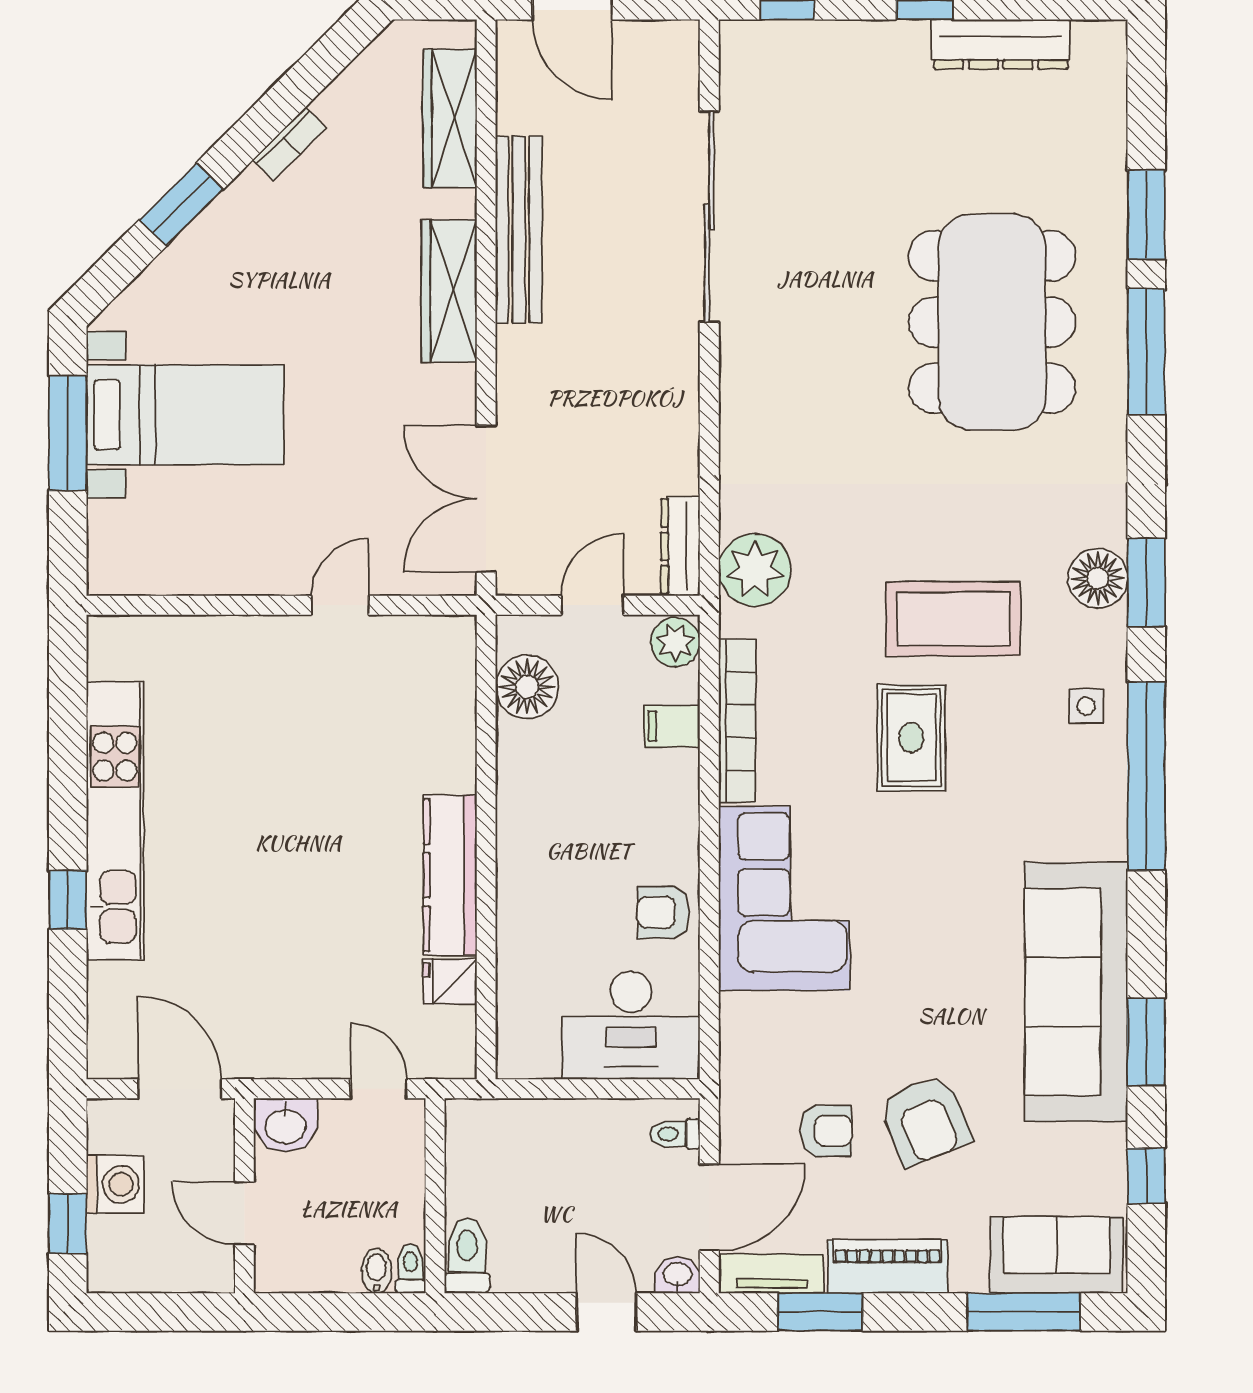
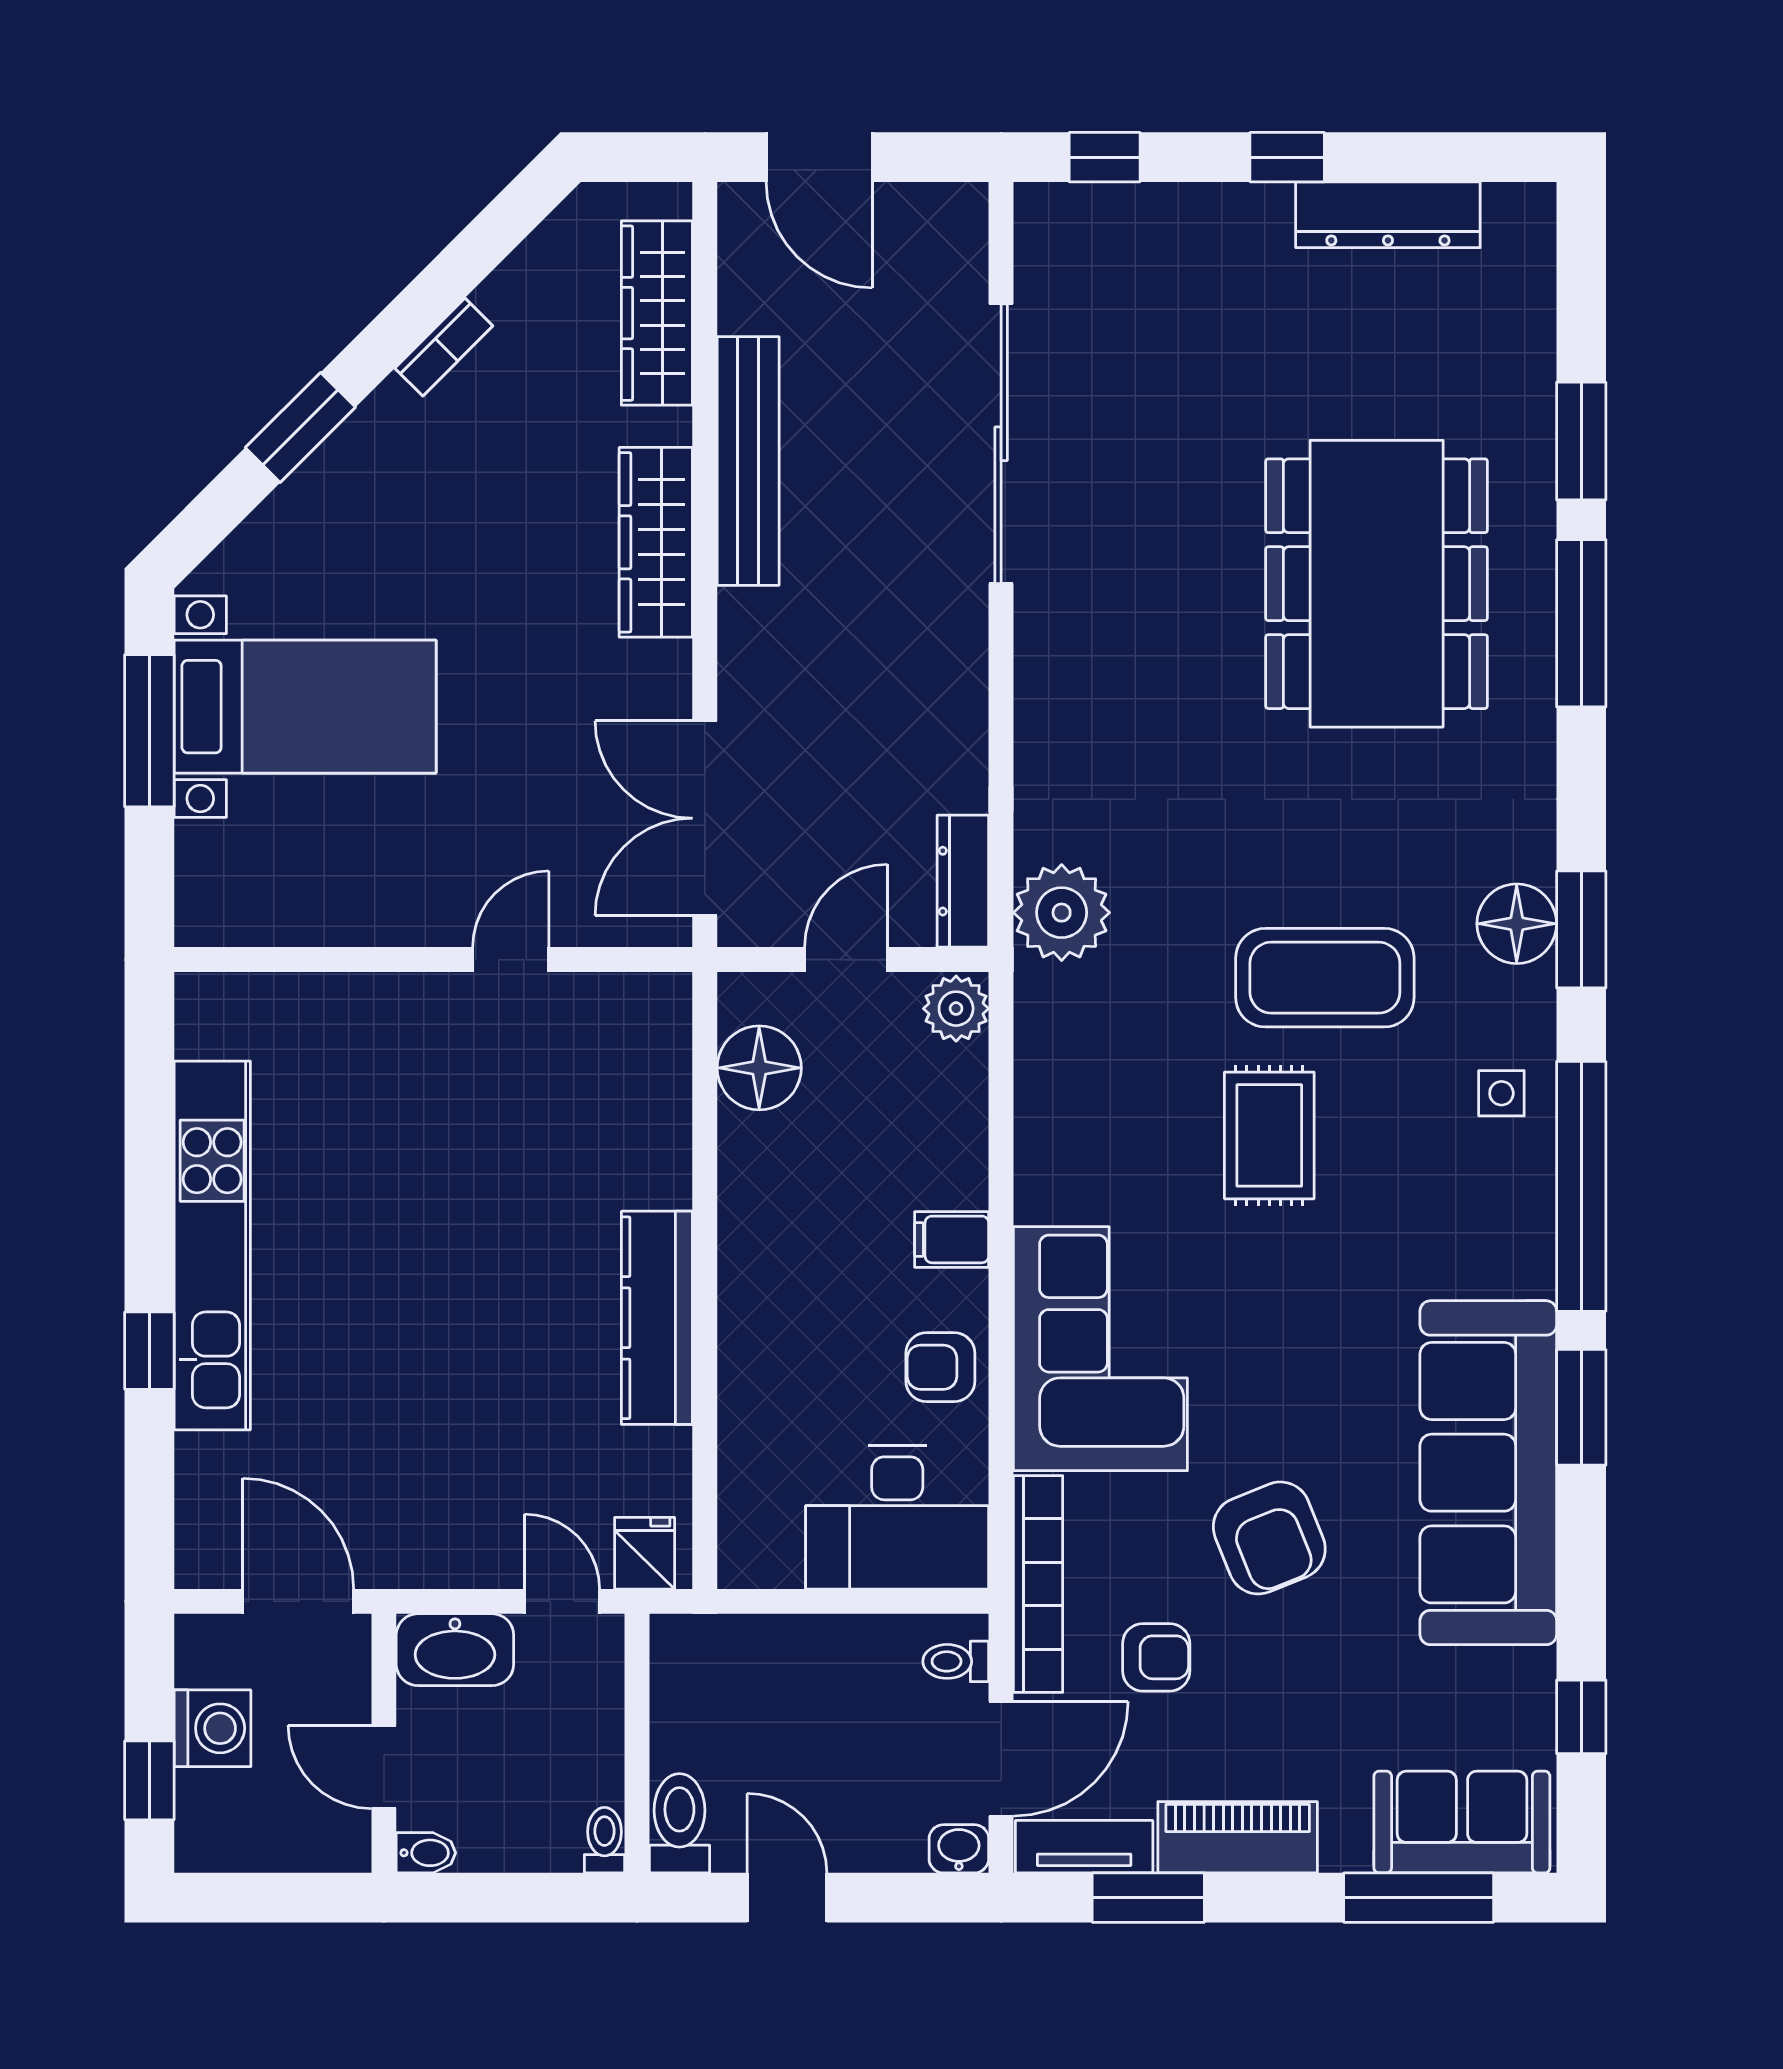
bookcase: (737, 721) -> (1038, 1584), moved
filing cabinet: (672, 726) -> (952, 1239), moved
fridge: (450, 982) -> (645, 1553), moved, turned 90
window: (1146, 1042) -> (1581, 1407), moved
armchair: (925, 1120) -> (1269, 1538), moved
washbasin: (286, 1125) -> (455, 1650), width x1.38
bidet: (376, 1271) -> (426, 1853), moved, turned 90
door: (606, 1312) -> (787, 1898), moved

